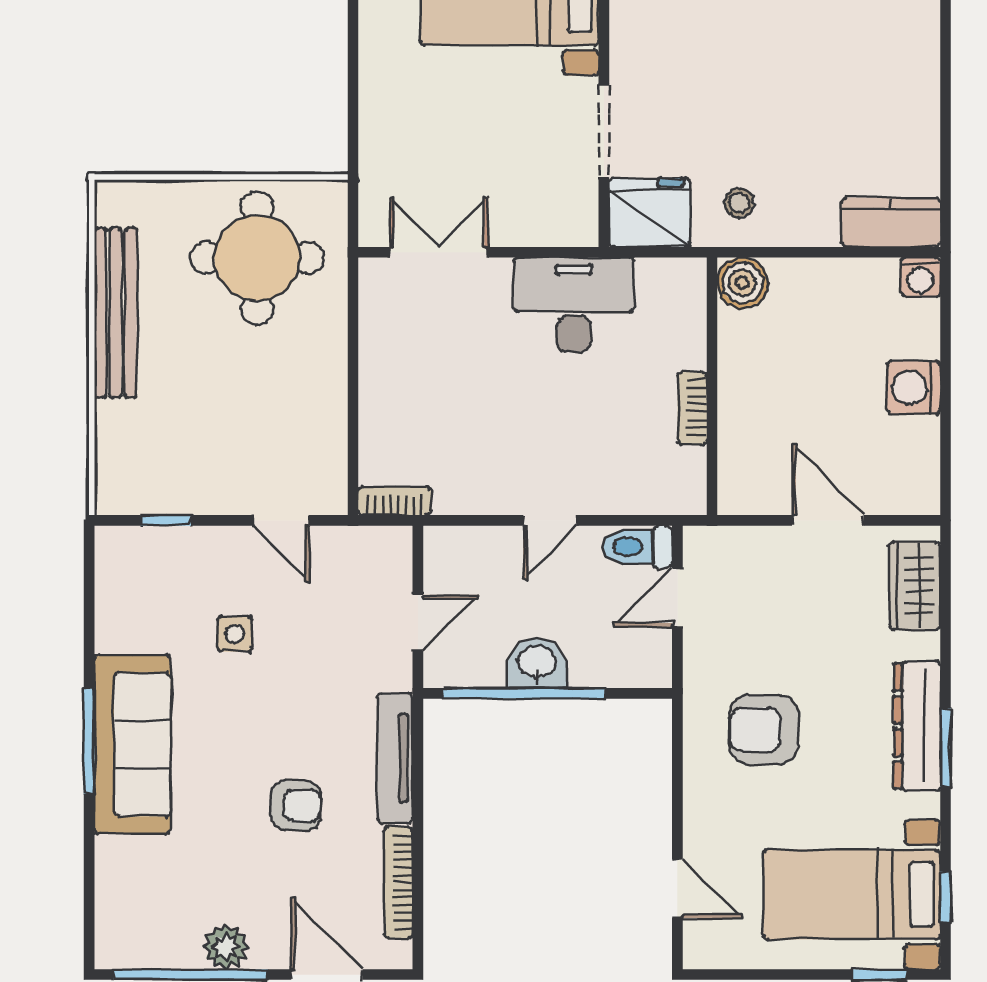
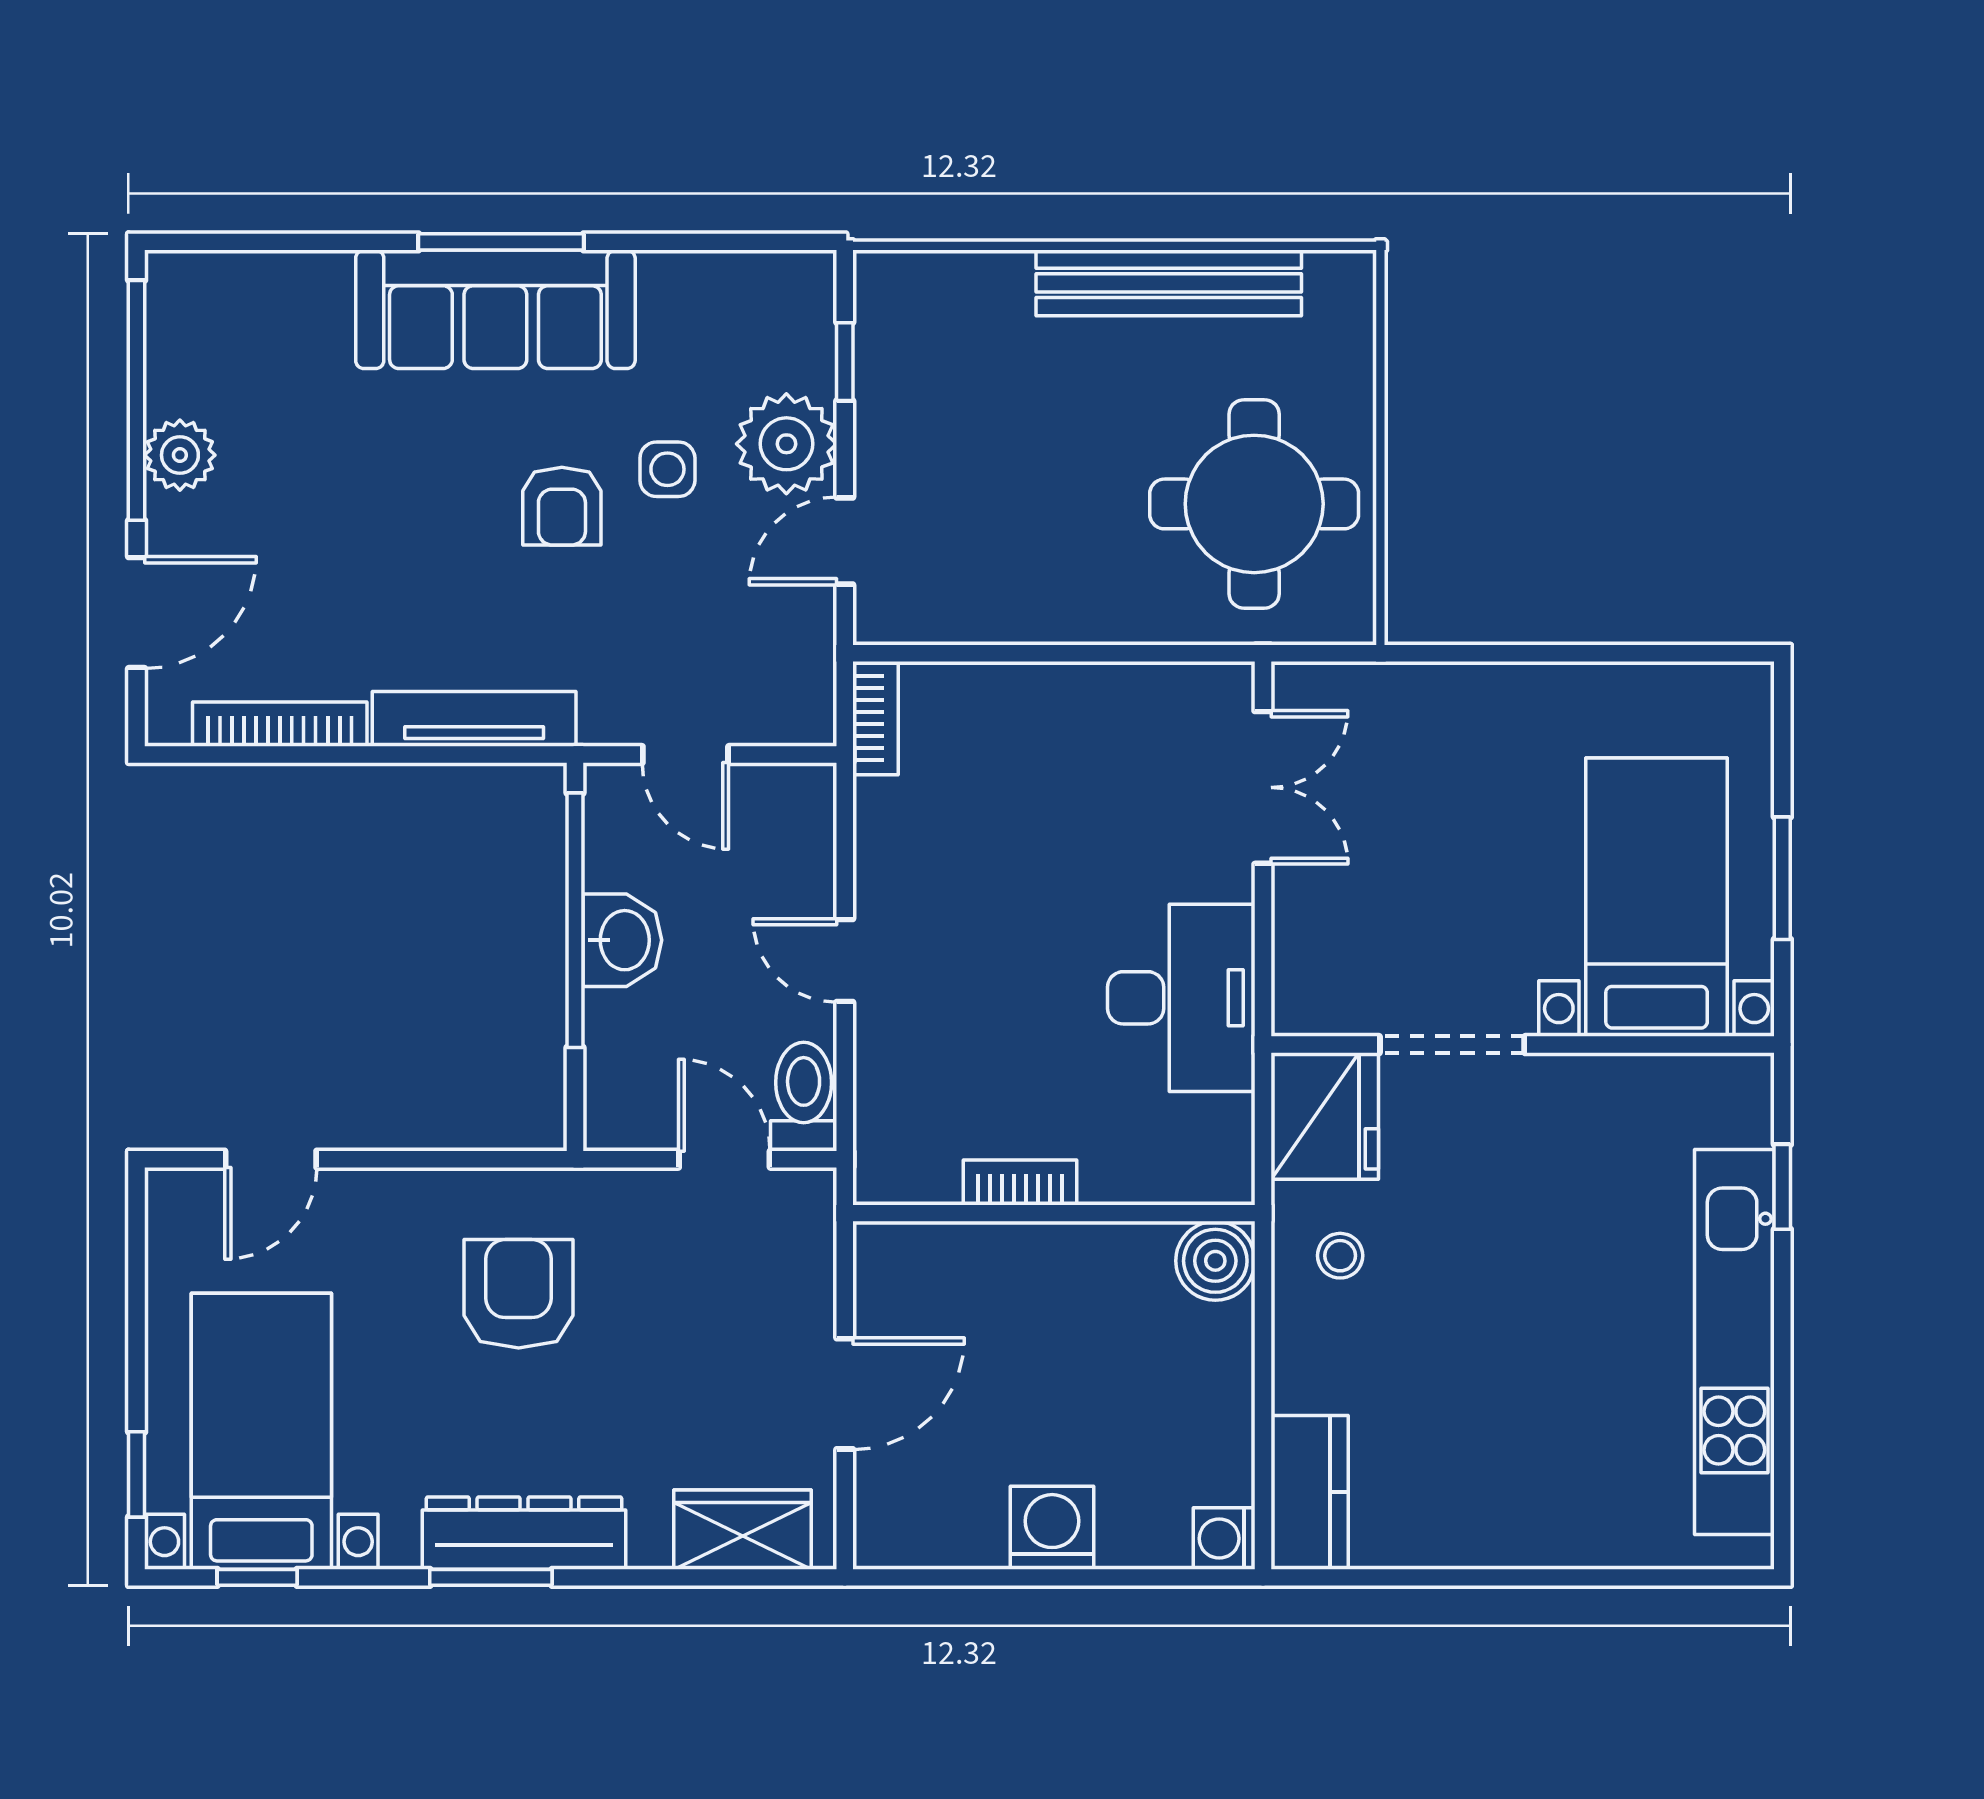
plant: (219, 558) -> (786, 444), added
armchair: (296, 806) -> (562, 506), moved

